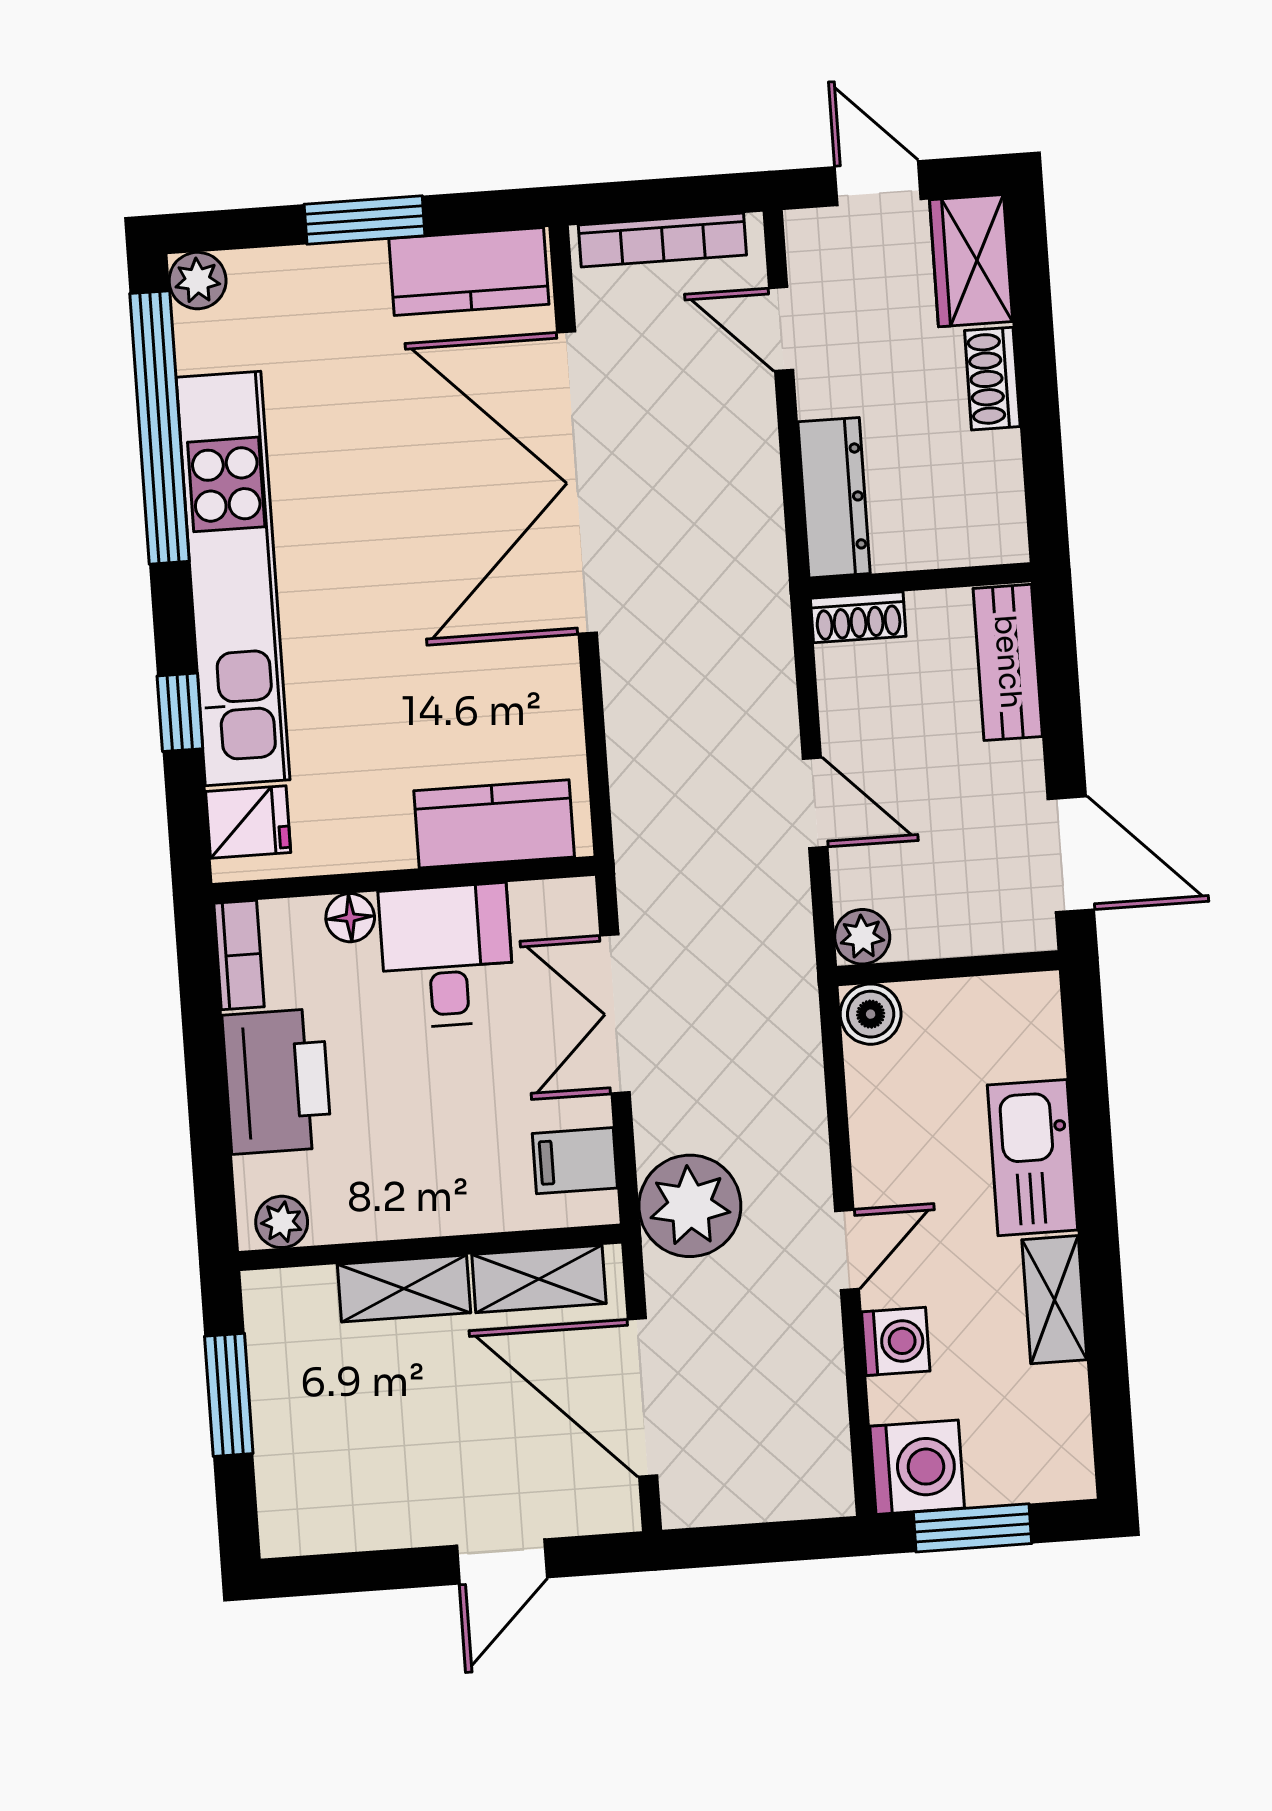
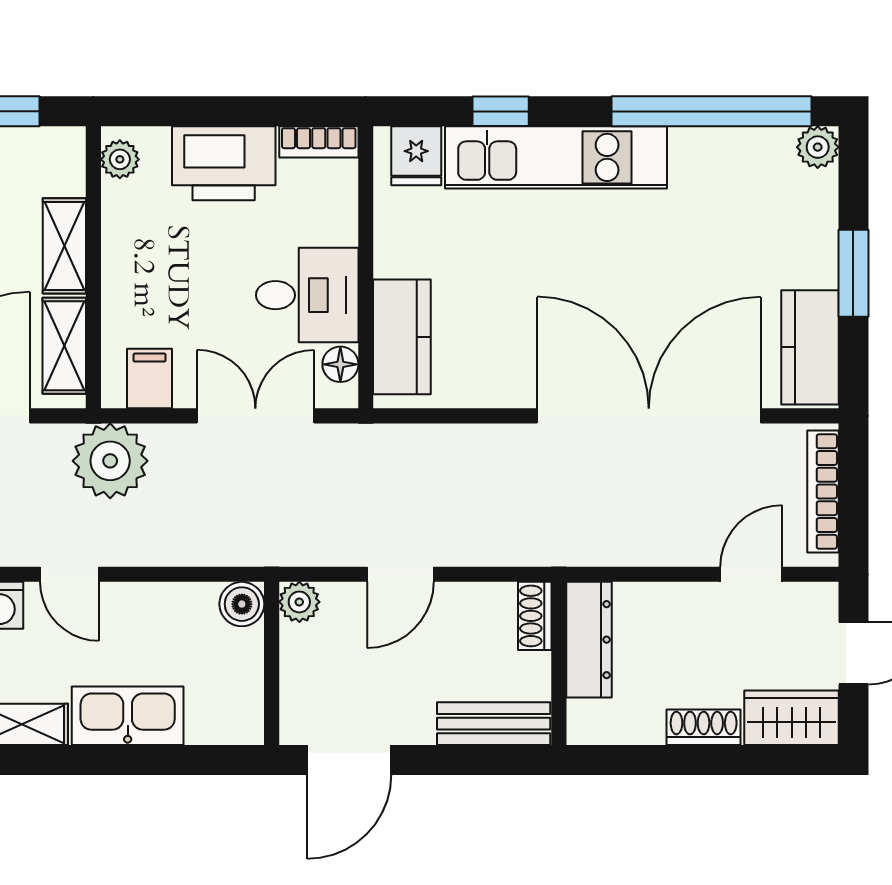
dresser: (834, 498) -> (589, 640), moved, turned -90
kitchen unit: (233, 579) -> (556, 157), width x0.73
floor lamp: (350, 918) -> (340, 364), moved

